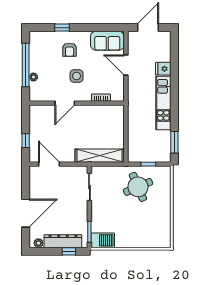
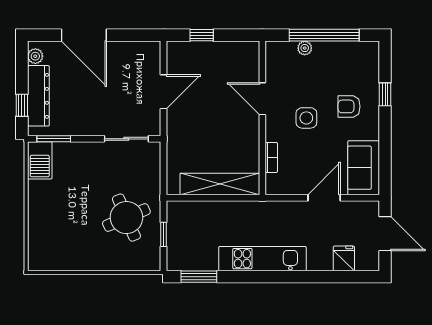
fridge: (163, 69) -> (344, 258), moved
shelving: (100, 156) -> (220, 184), moved, turned 90
door: (49, 164) -> (163, 92), moved

